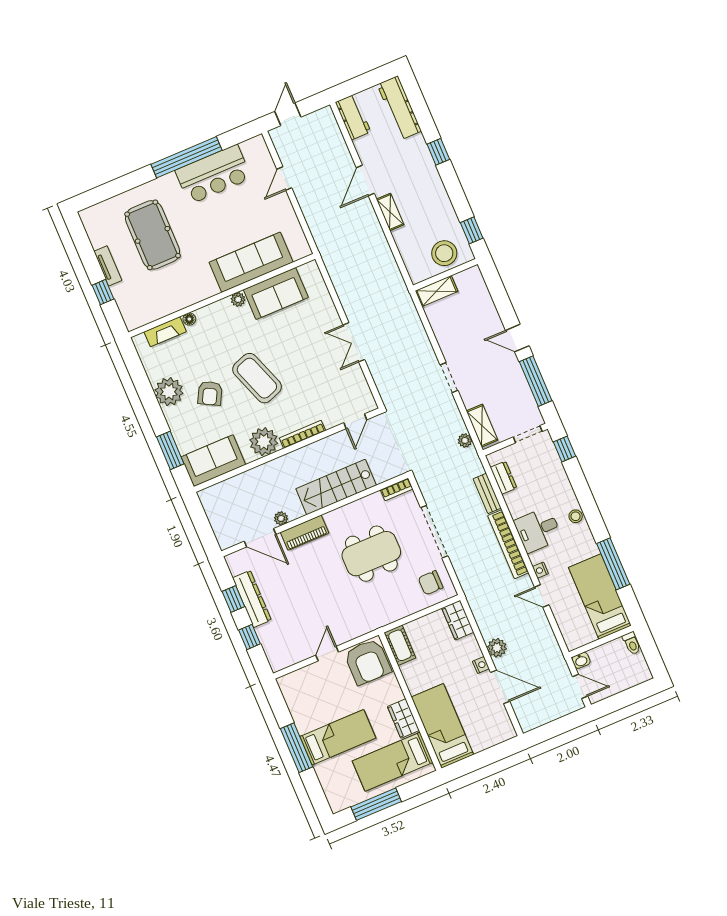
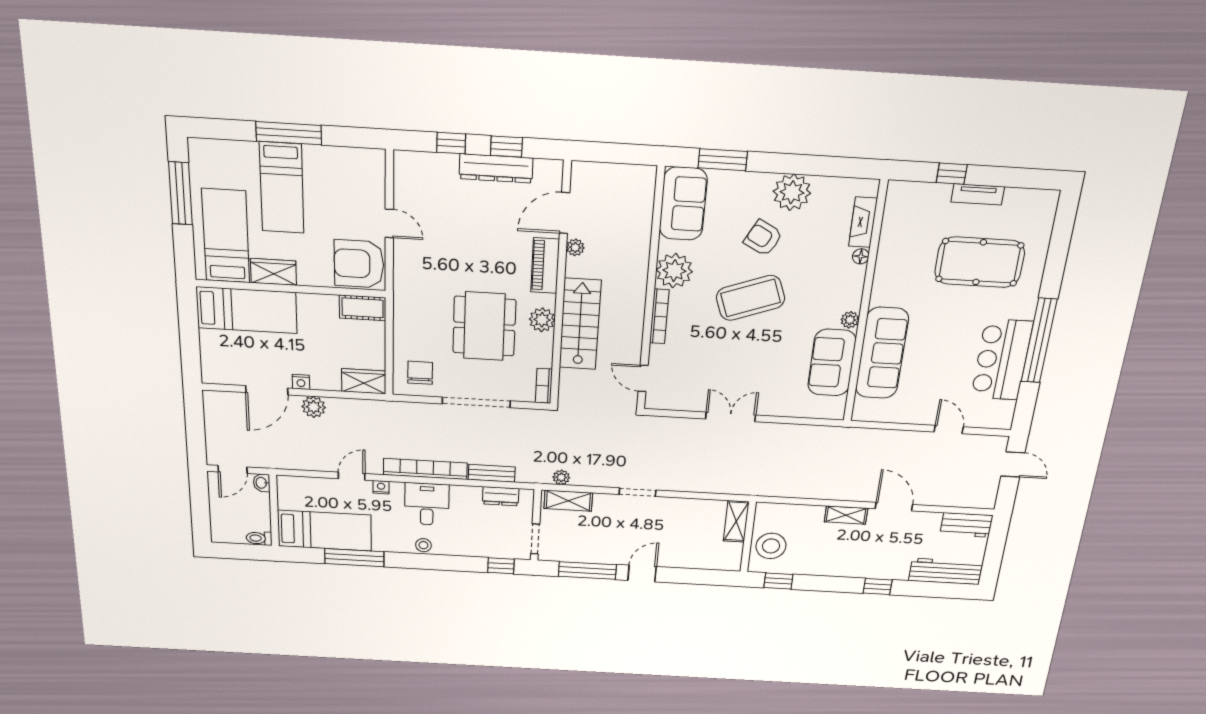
plant: (346, 515) -> (542, 320), added

